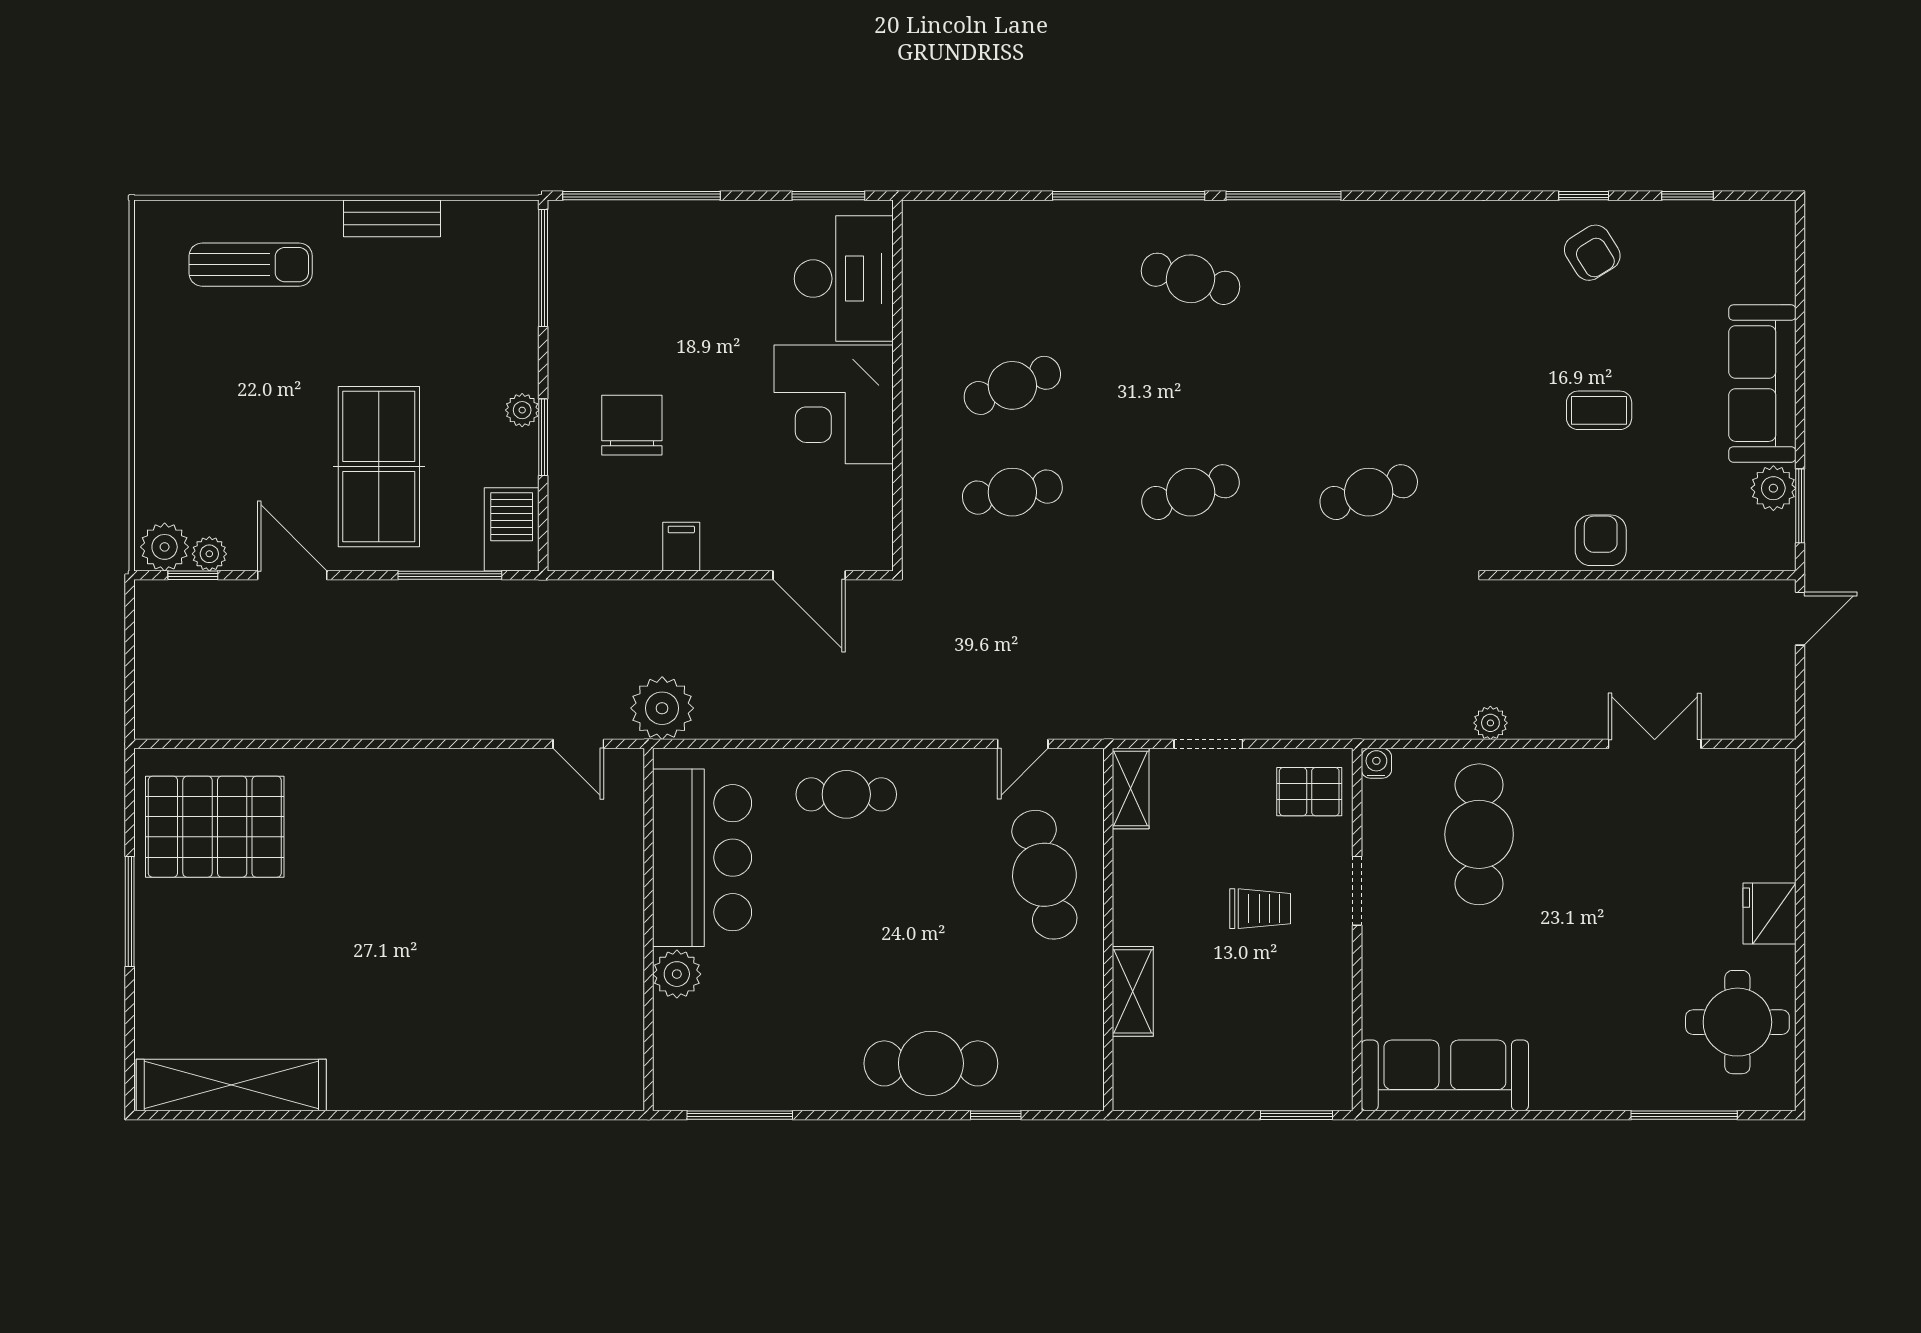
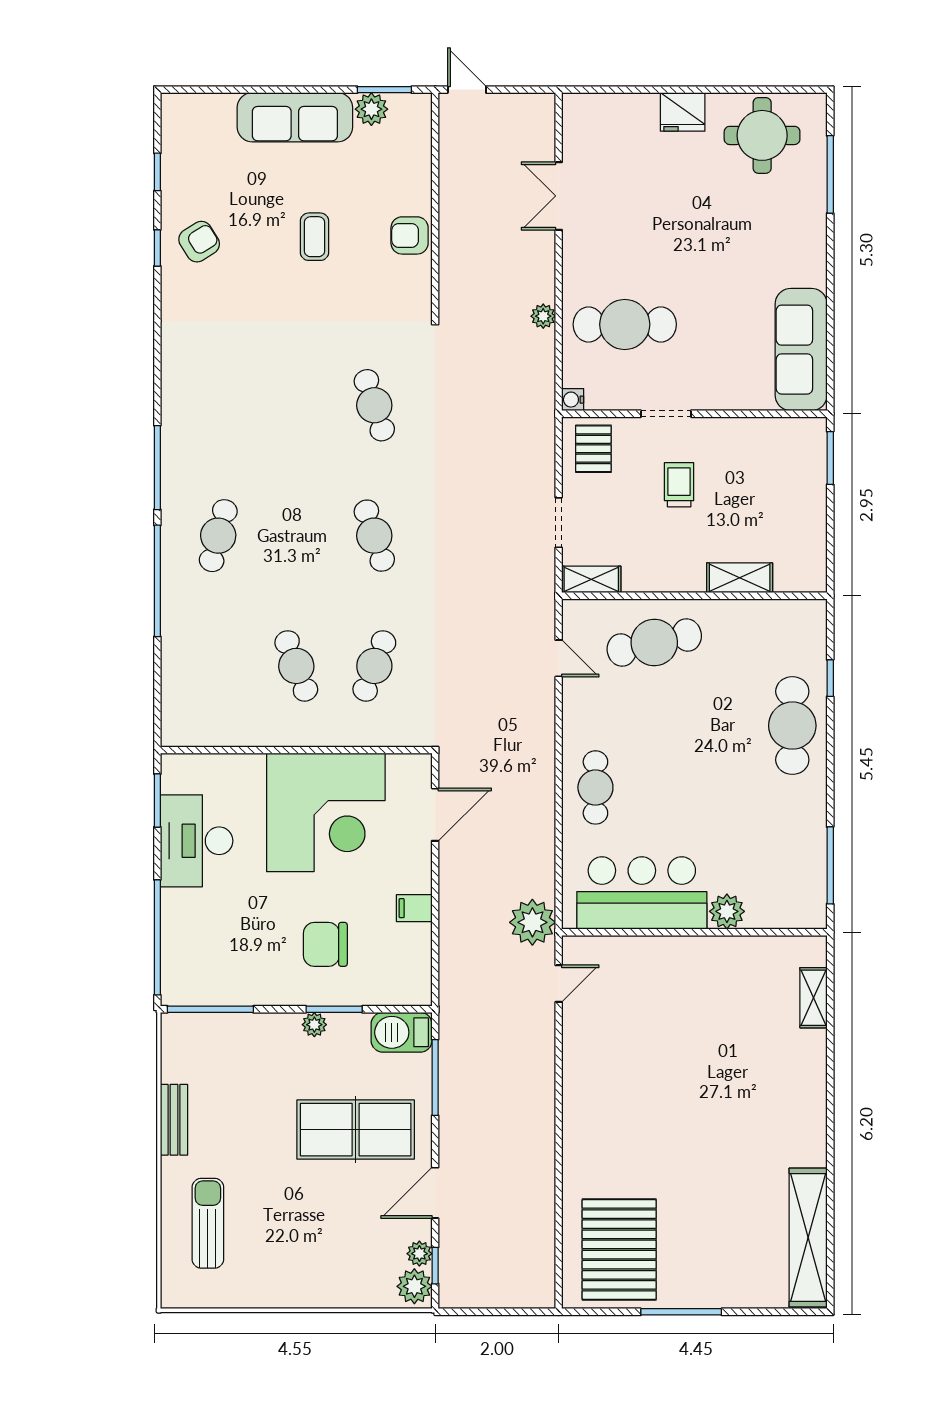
desk: (844, 279) -> (197, 841), moved, turned -90
corner desk: (834, 404) -> (326, 812), width x1.36, depth x1.36
cafe table: (1012, 492) -> (374, 666), turned 30
shelving: (559, 1092) -> (814, 998), added

